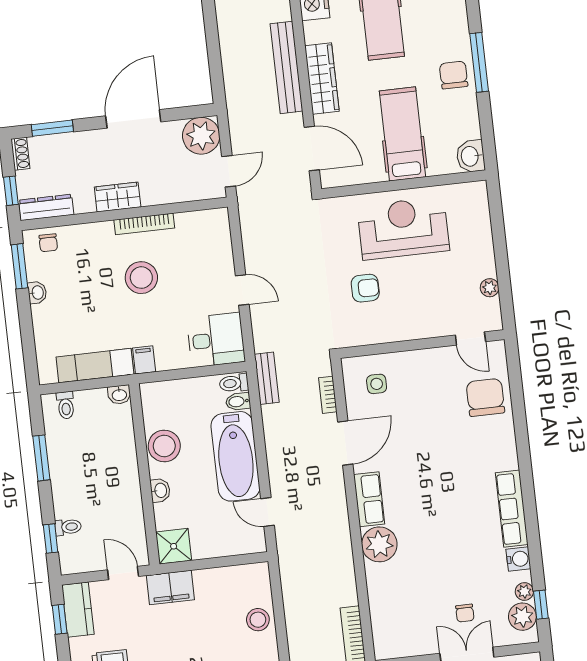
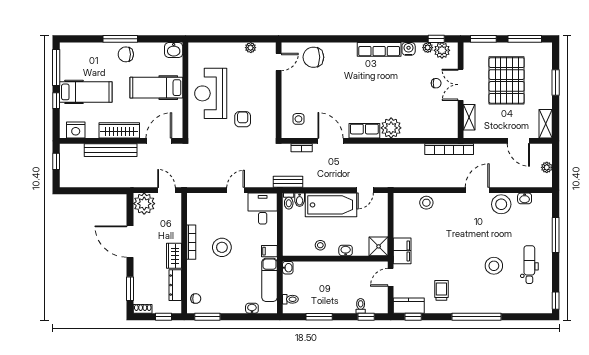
dresser: (46, 207) -> (175, 285), moved
washbasin: (37, 293) -> (252, 308), moved
stool: (164, 446) -> (320, 245), width x0.53, depth x0.53

